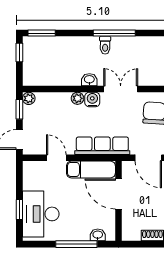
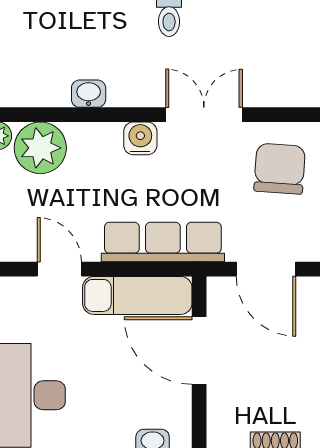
washbasin: (89, 80) -> (89, 94), moved
plant: (77, 98) -> (40, 148), moved, width x1.87, depth x1.87

